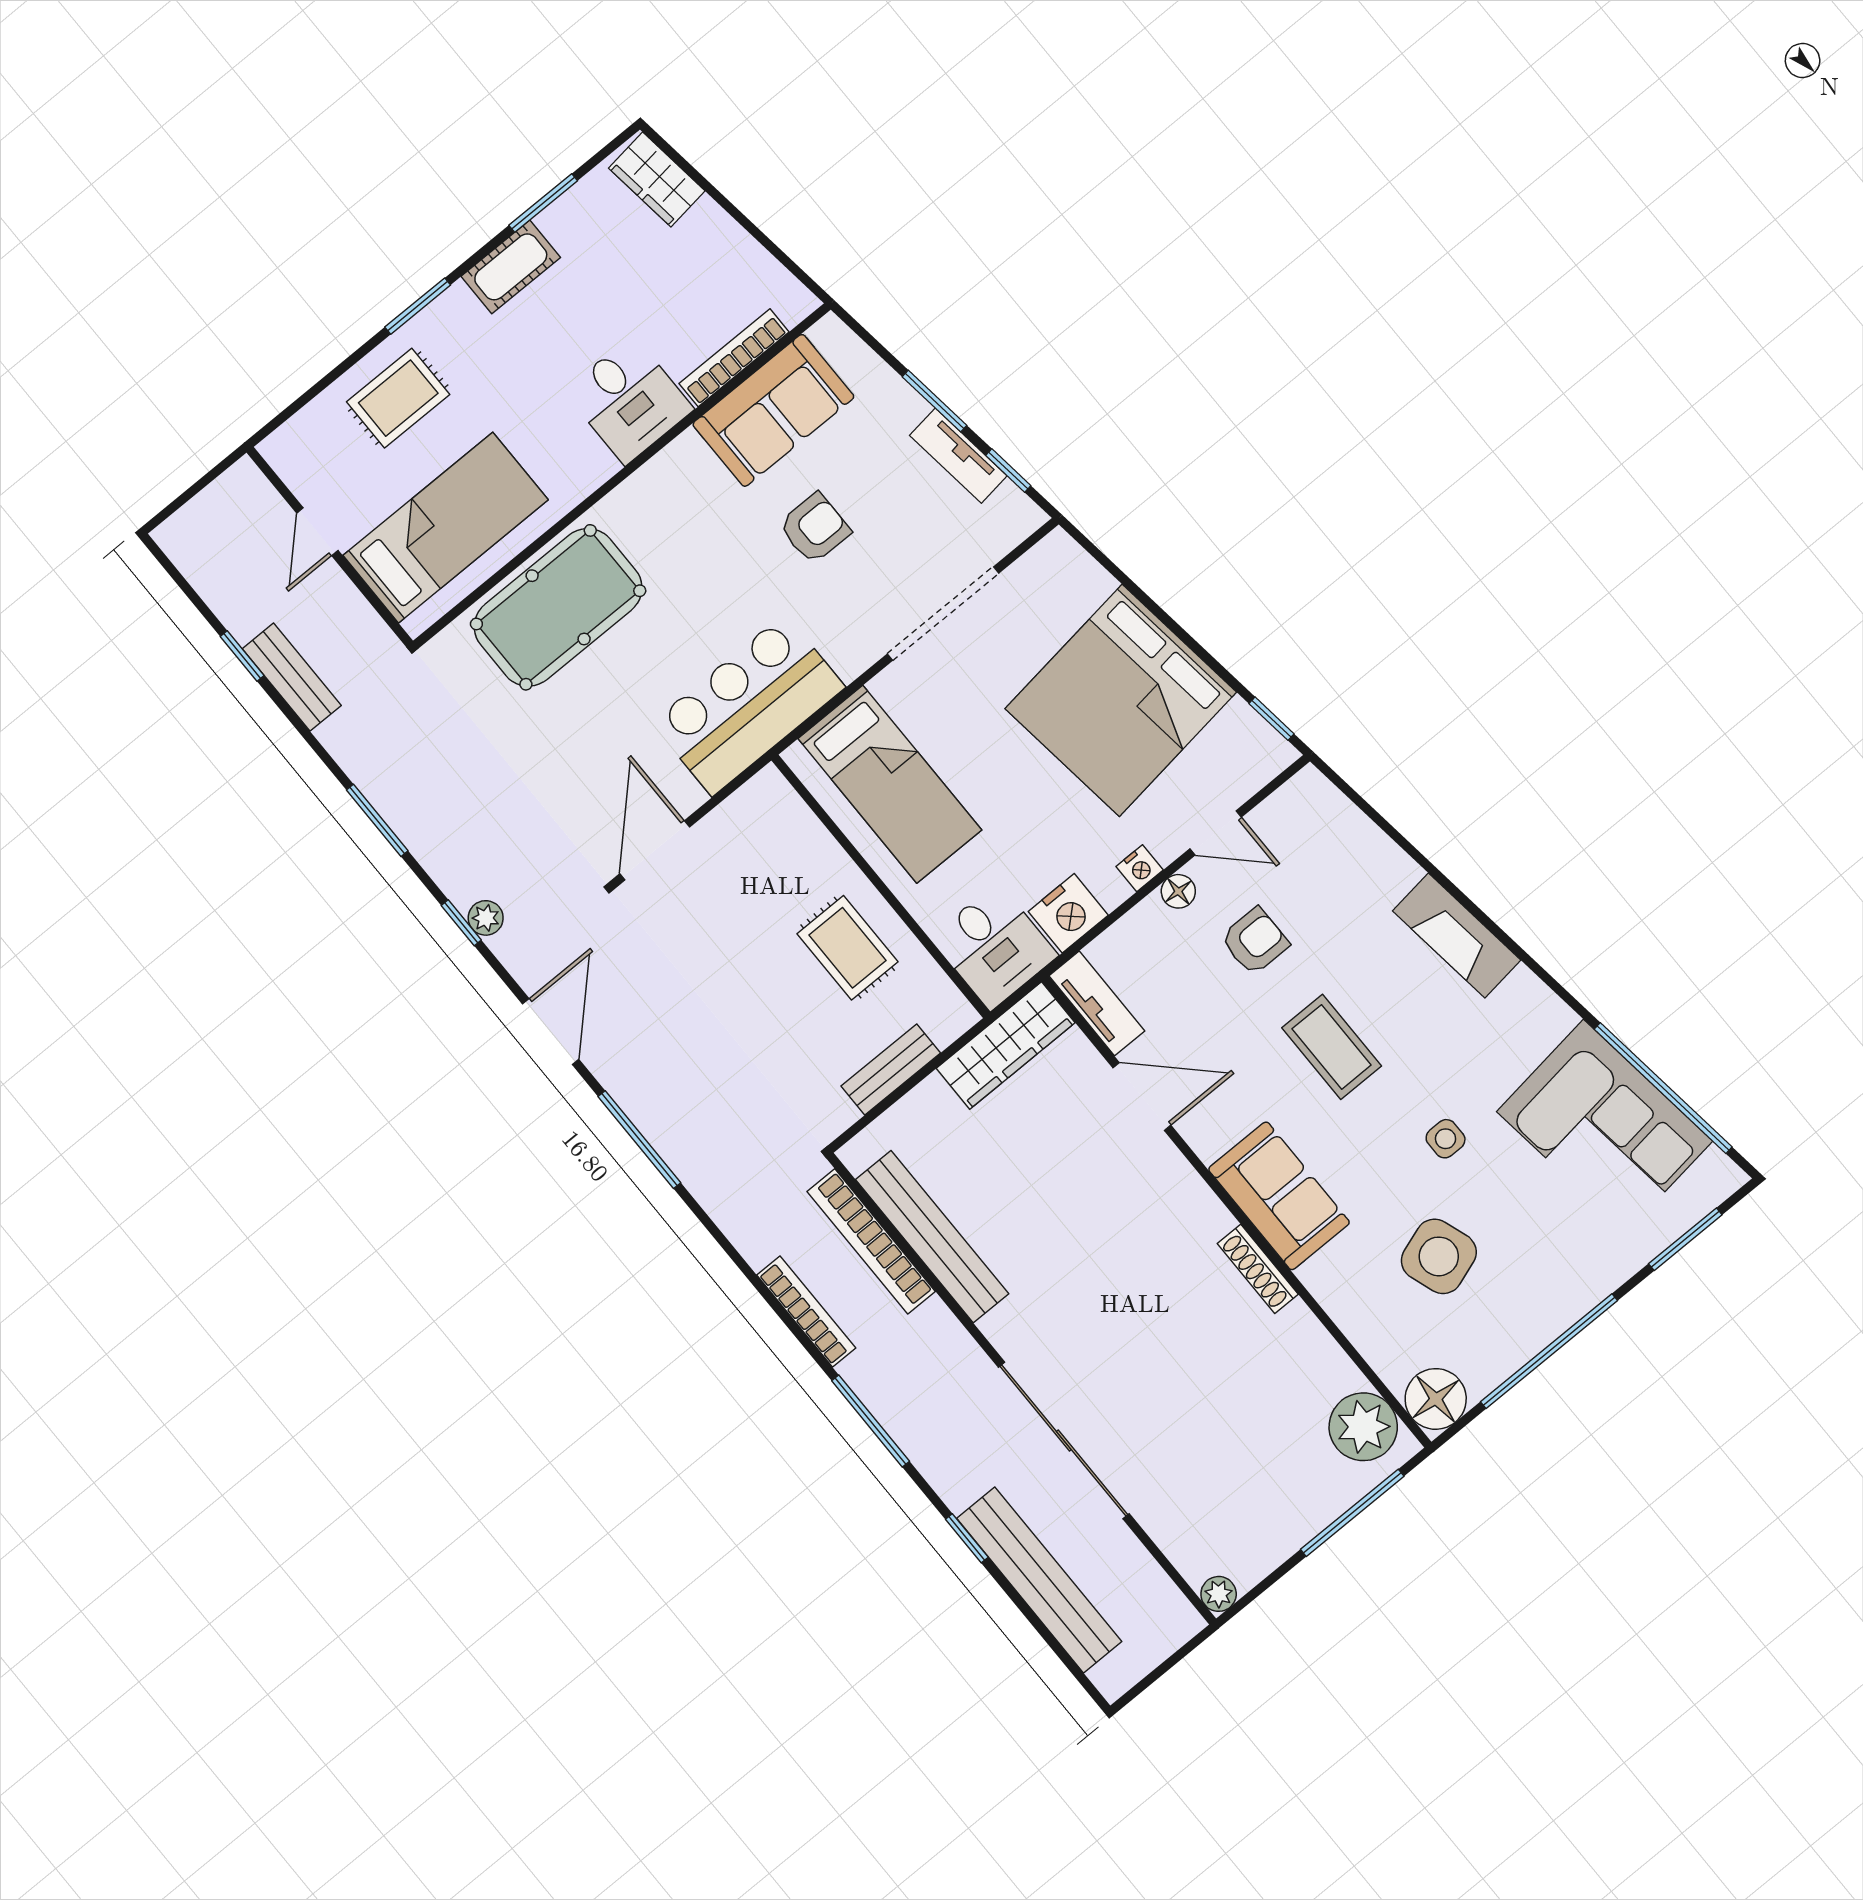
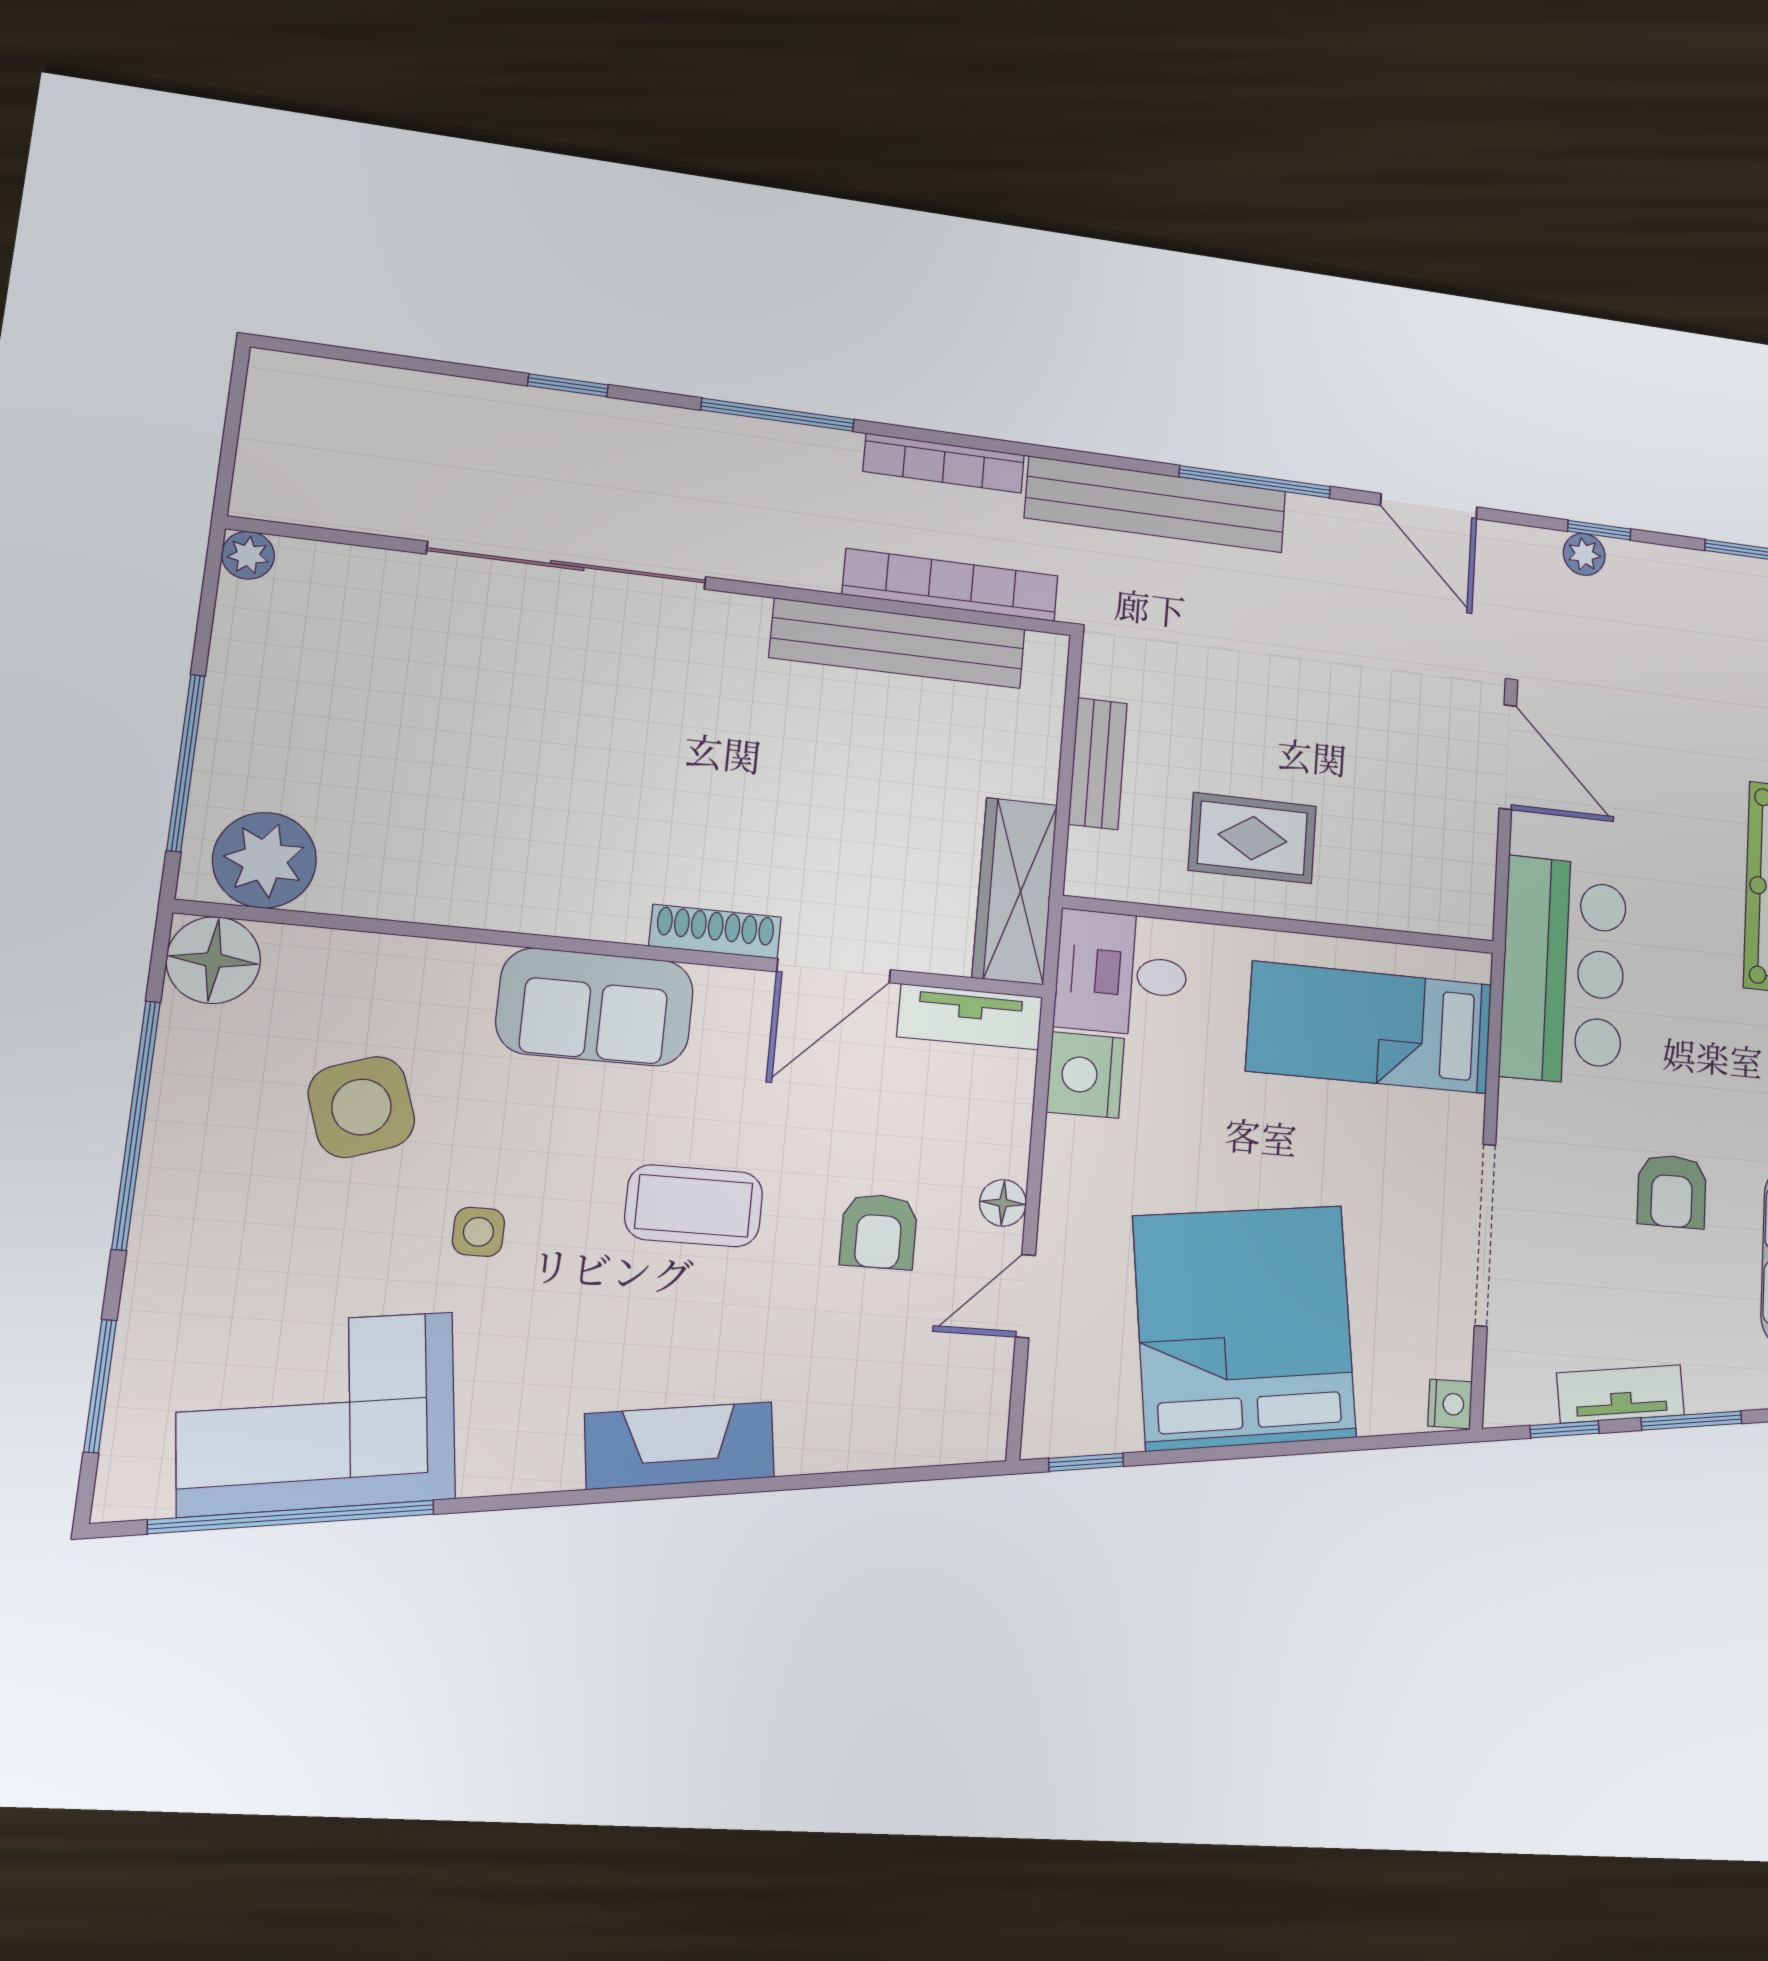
nightstand: (1140, 868) -> (1450, 1404), moved, turned 180
shoe rack: (1258, 1269) -> (715, 932), moved
bench: (1039, 1580) -> (1156, 505), moved

